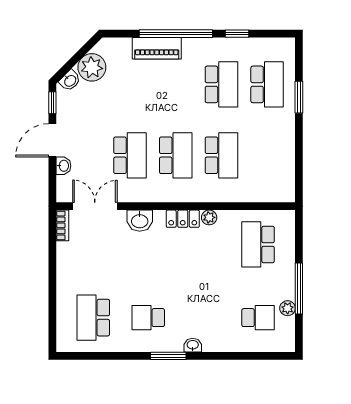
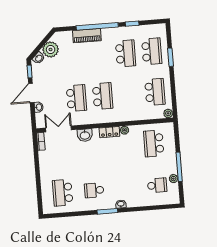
school desk: (221, 155) -> (155, 92), moved
plant: (287, 194) -> (168, 113), added

